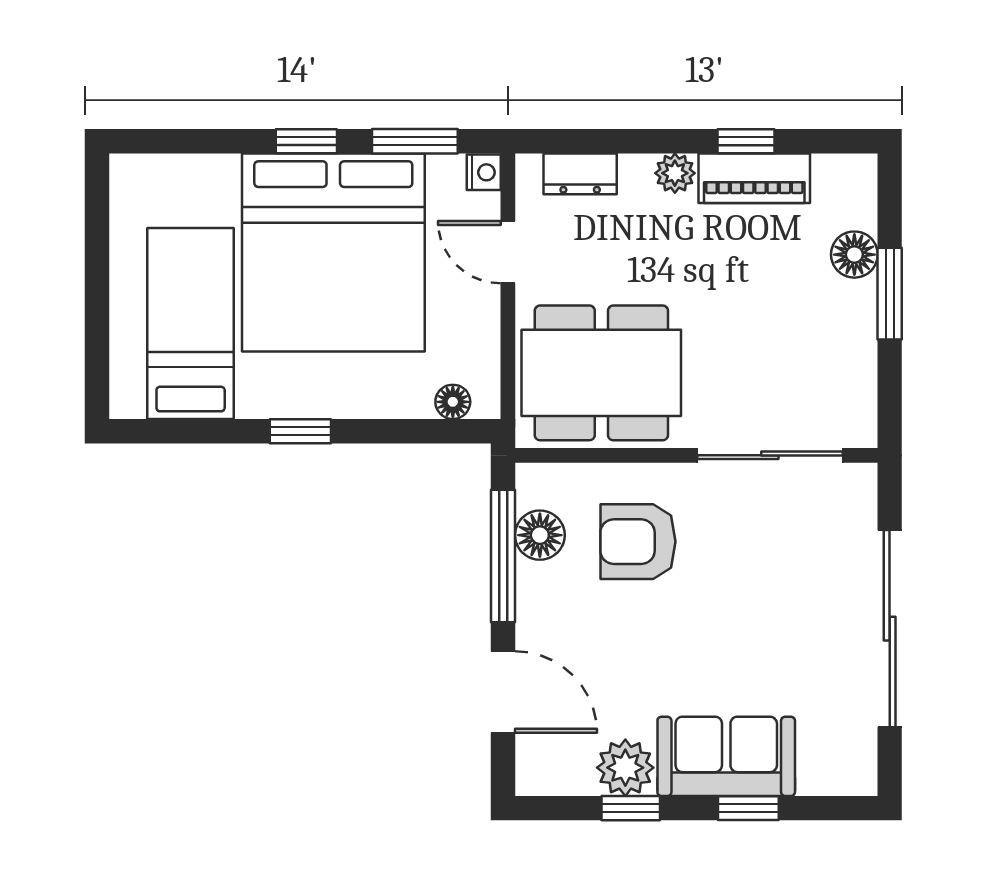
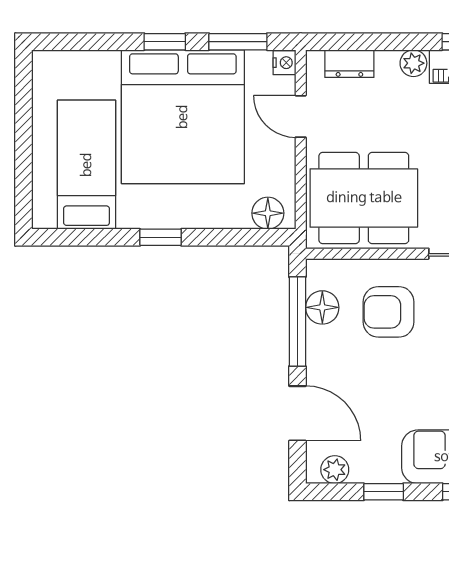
floor lamp: (453, 402) -> (268, 213), width x1.37, depth x1.37
plant: (625, 768) -> (335, 470), moved, width x0.73, depth x0.73

